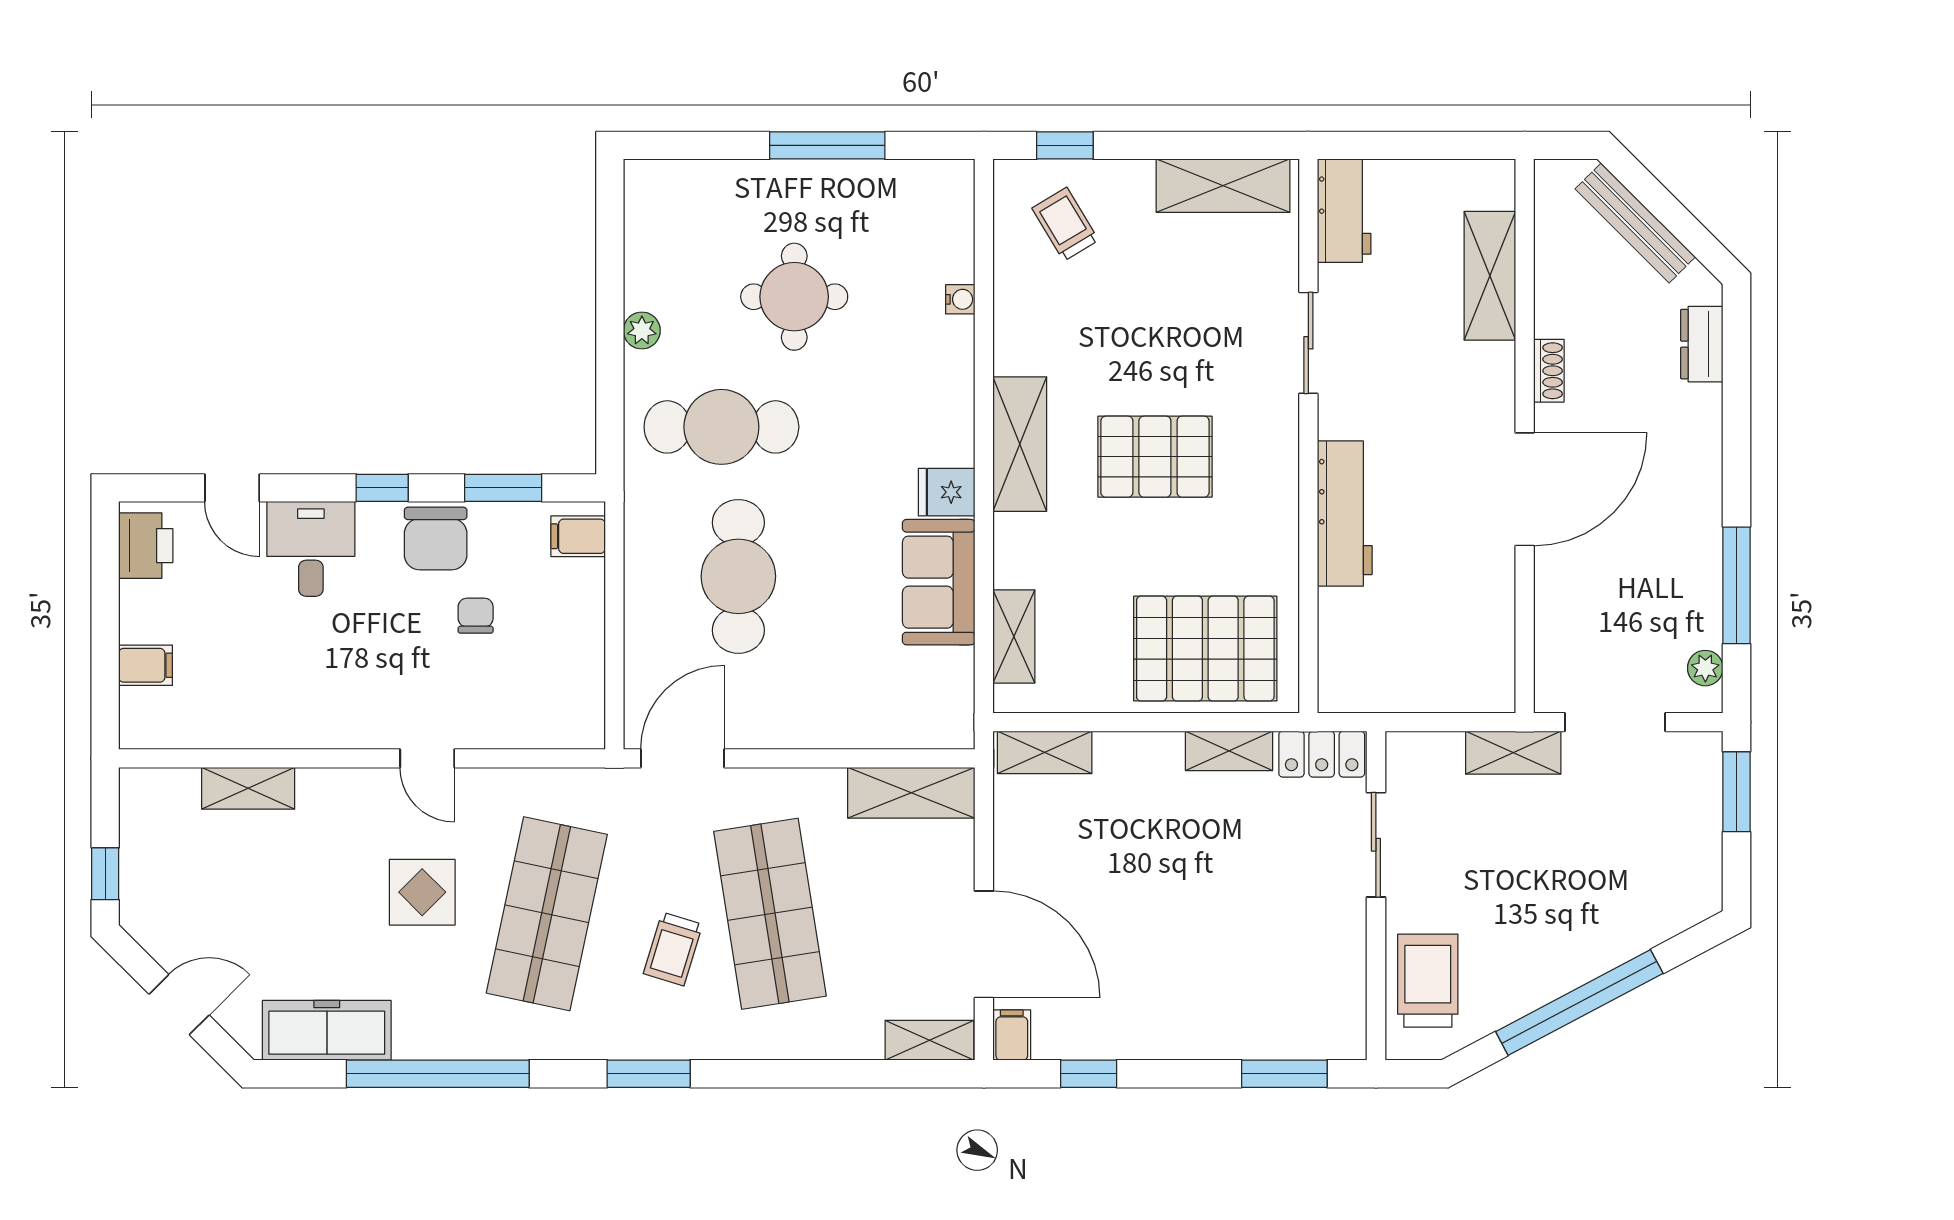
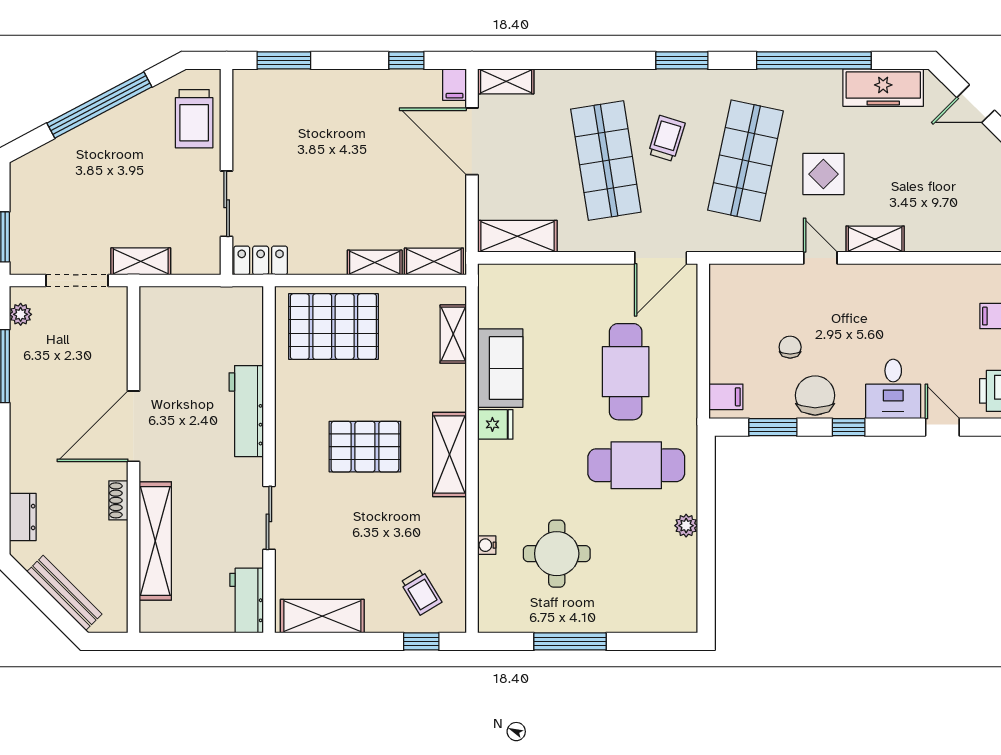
shelving: (1490, 276) -> (155, 541), width x1.47
round table: (794, 297) -> (557, 554), moved
chair: (476, 616) -> (790, 347), turned 180
shelving: (1229, 751) -> (375, 263), moved
shelving: (248, 788) -> (875, 239), moved

